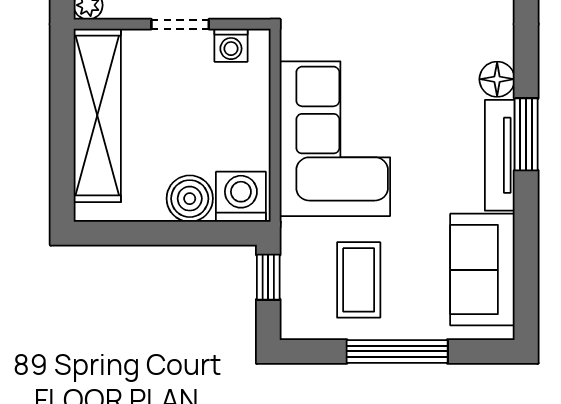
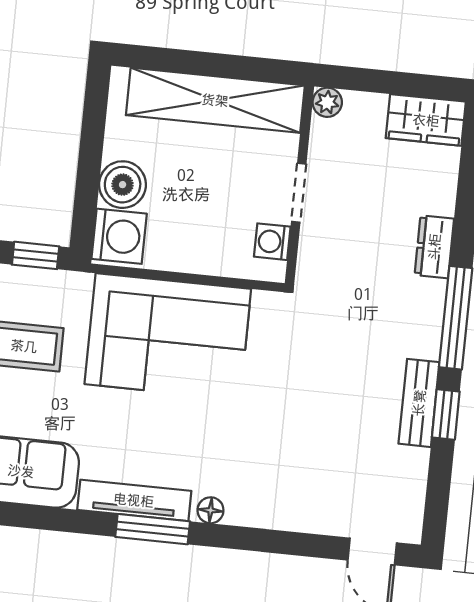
floor lamp: (497, 79) -> (211, 510), width x0.73, depth x0.73

